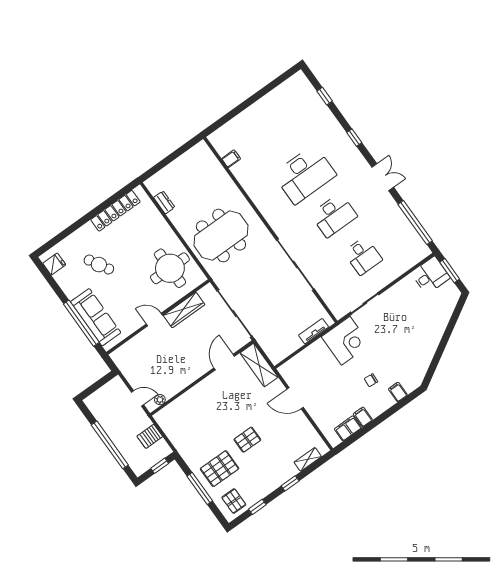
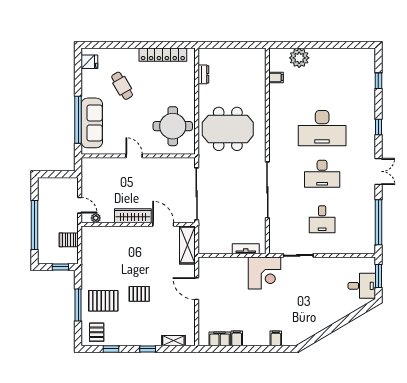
plant: (239, 126) -> (299, 58), added
desk: (430, 275) -> (362, 286), moved
wardrobe: (184, 310) -> (133, 216), moved, turned 180
door: (224, 362) -> (163, 224), hinge flipped
chair: (371, 380) -> (262, 315), removed

